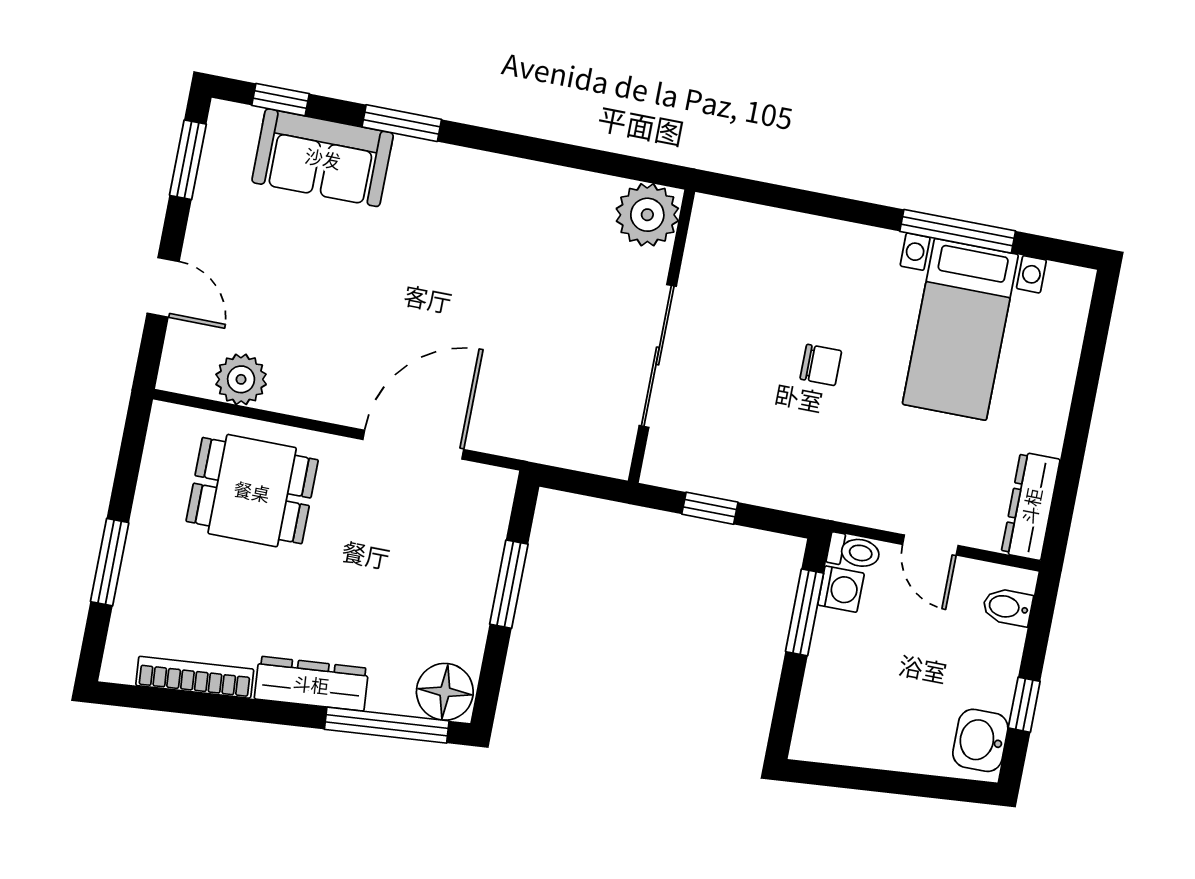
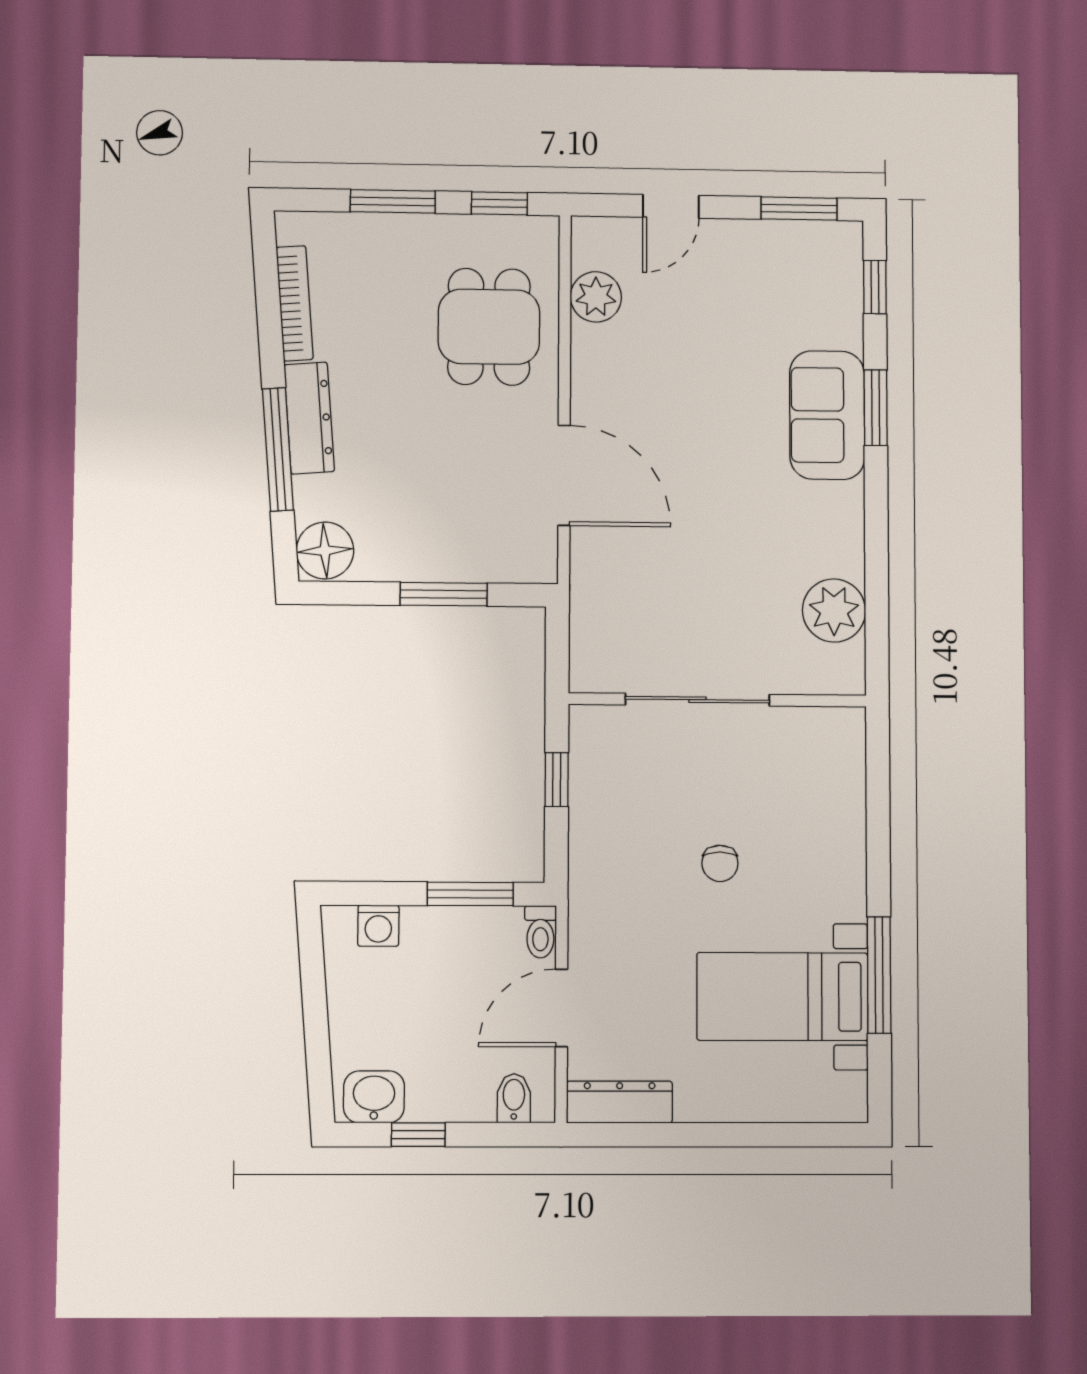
sofa: (323, 158) -> (827, 415), moved
plant: (647, 215) -> (834, 611), moved
window: (130, 457) -> (499, 203), added
door: (930, 545) -> (561, 1008), width x1.38
washing machine: (841, 589) -> (378, 926), moved
window: (387, 725) -> (278, 449), moved

